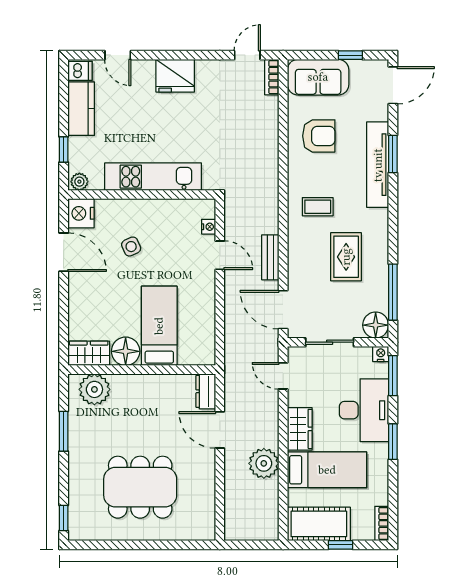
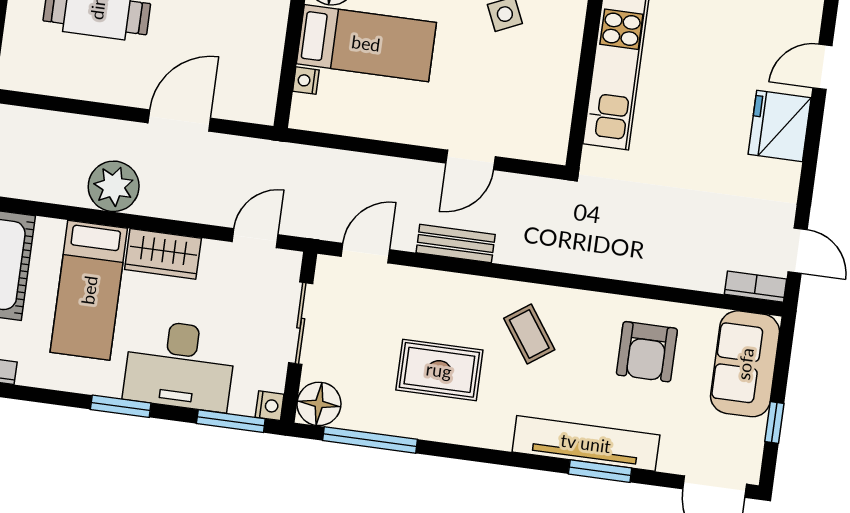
door: (118, 55) -> (822, 67), moved
coffee table: (318, 207) -> (529, 334), turned -35
nightstand: (209, 227) -> (306, 81), moved, turned 90
door: (283, 310) -> (365, 253), width x0.73
dresser: (206, 391) -> (247, 106), removed

